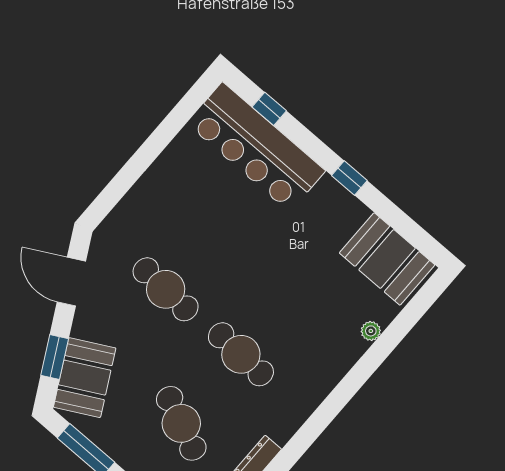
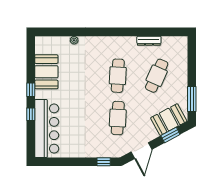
window: (269, 109) -> (31, 114), moved
window: (109, 197) -> (104, 162), added
booth: (387, 259) -> (46, 72), moved

